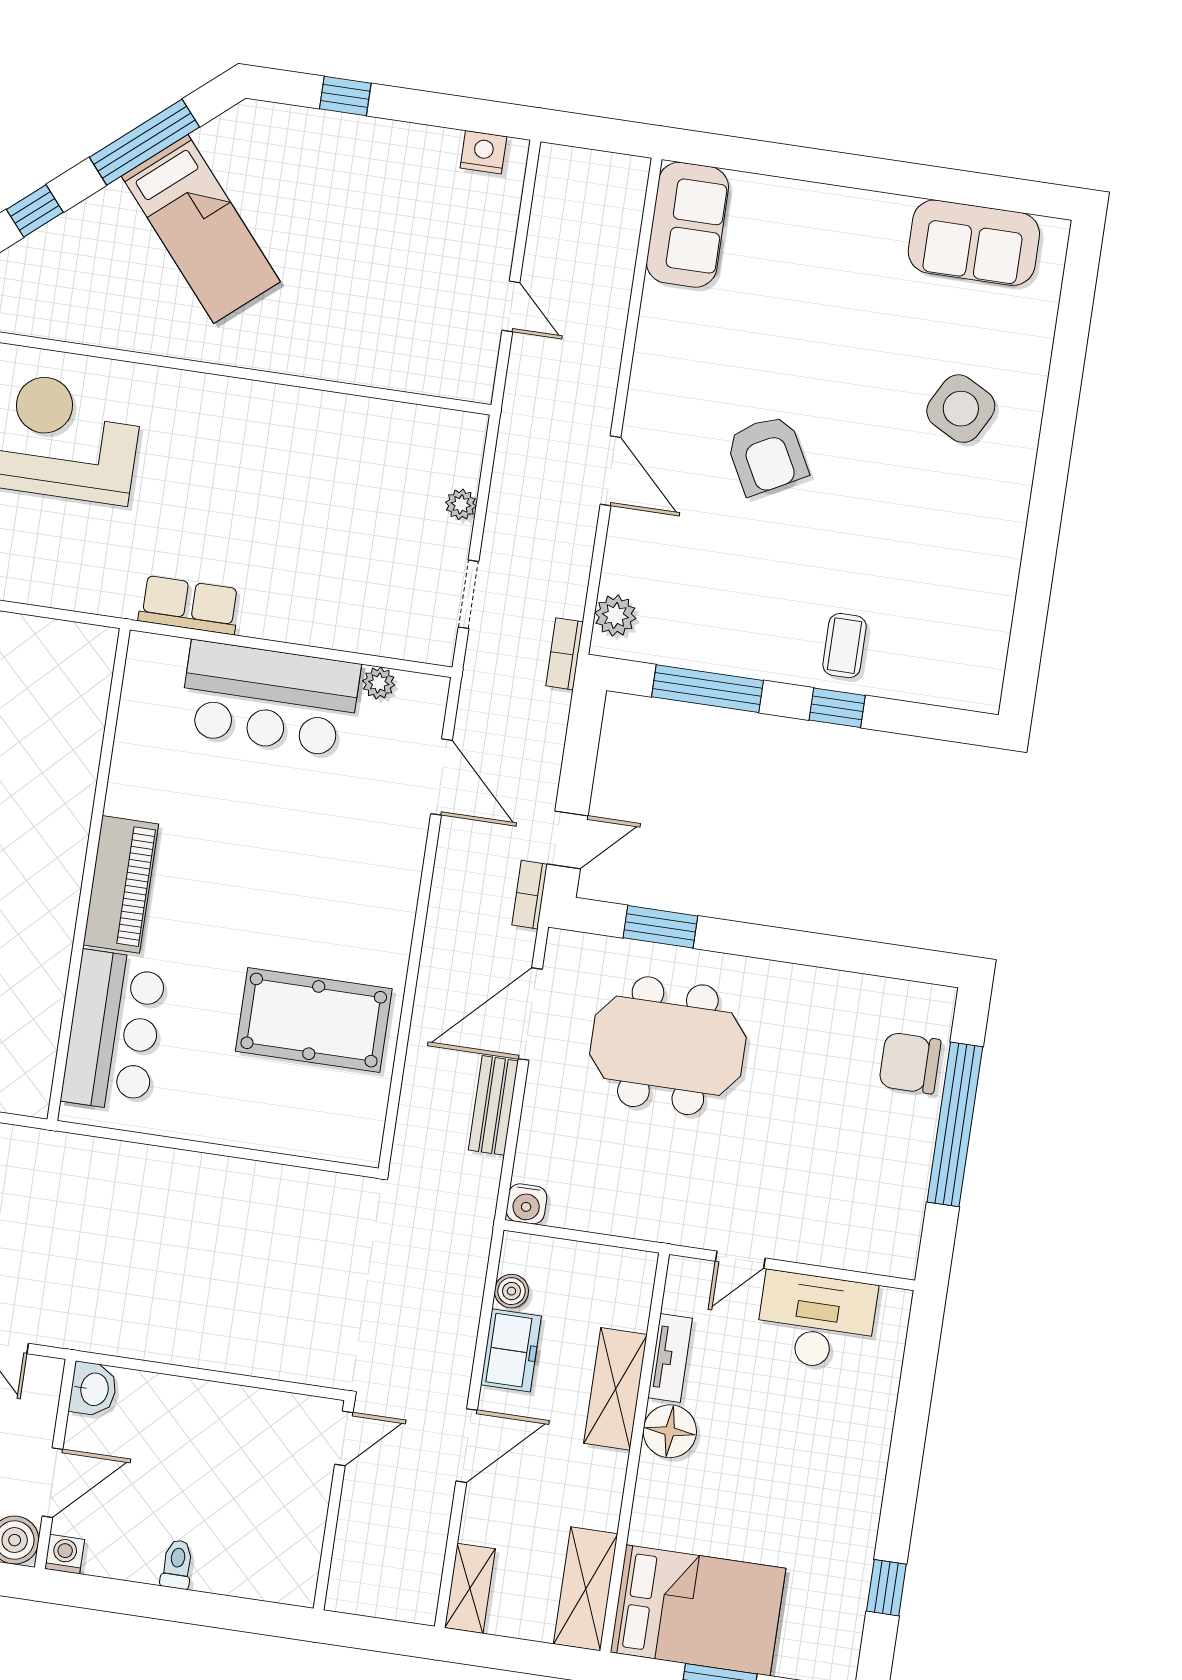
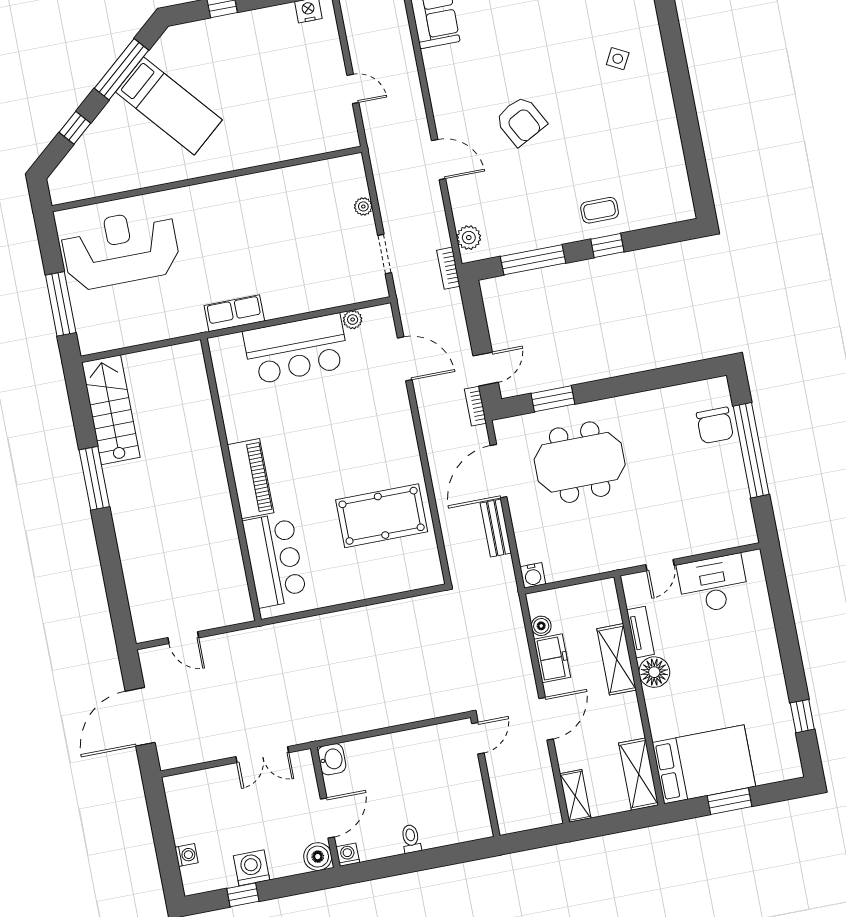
side table: (961, 409) -> (618, 59), width x0.54, depth x0.54
coffee table: (845, 646) -> (600, 210), turned 90
chair: (910, 1063) -> (715, 425), turned -90

